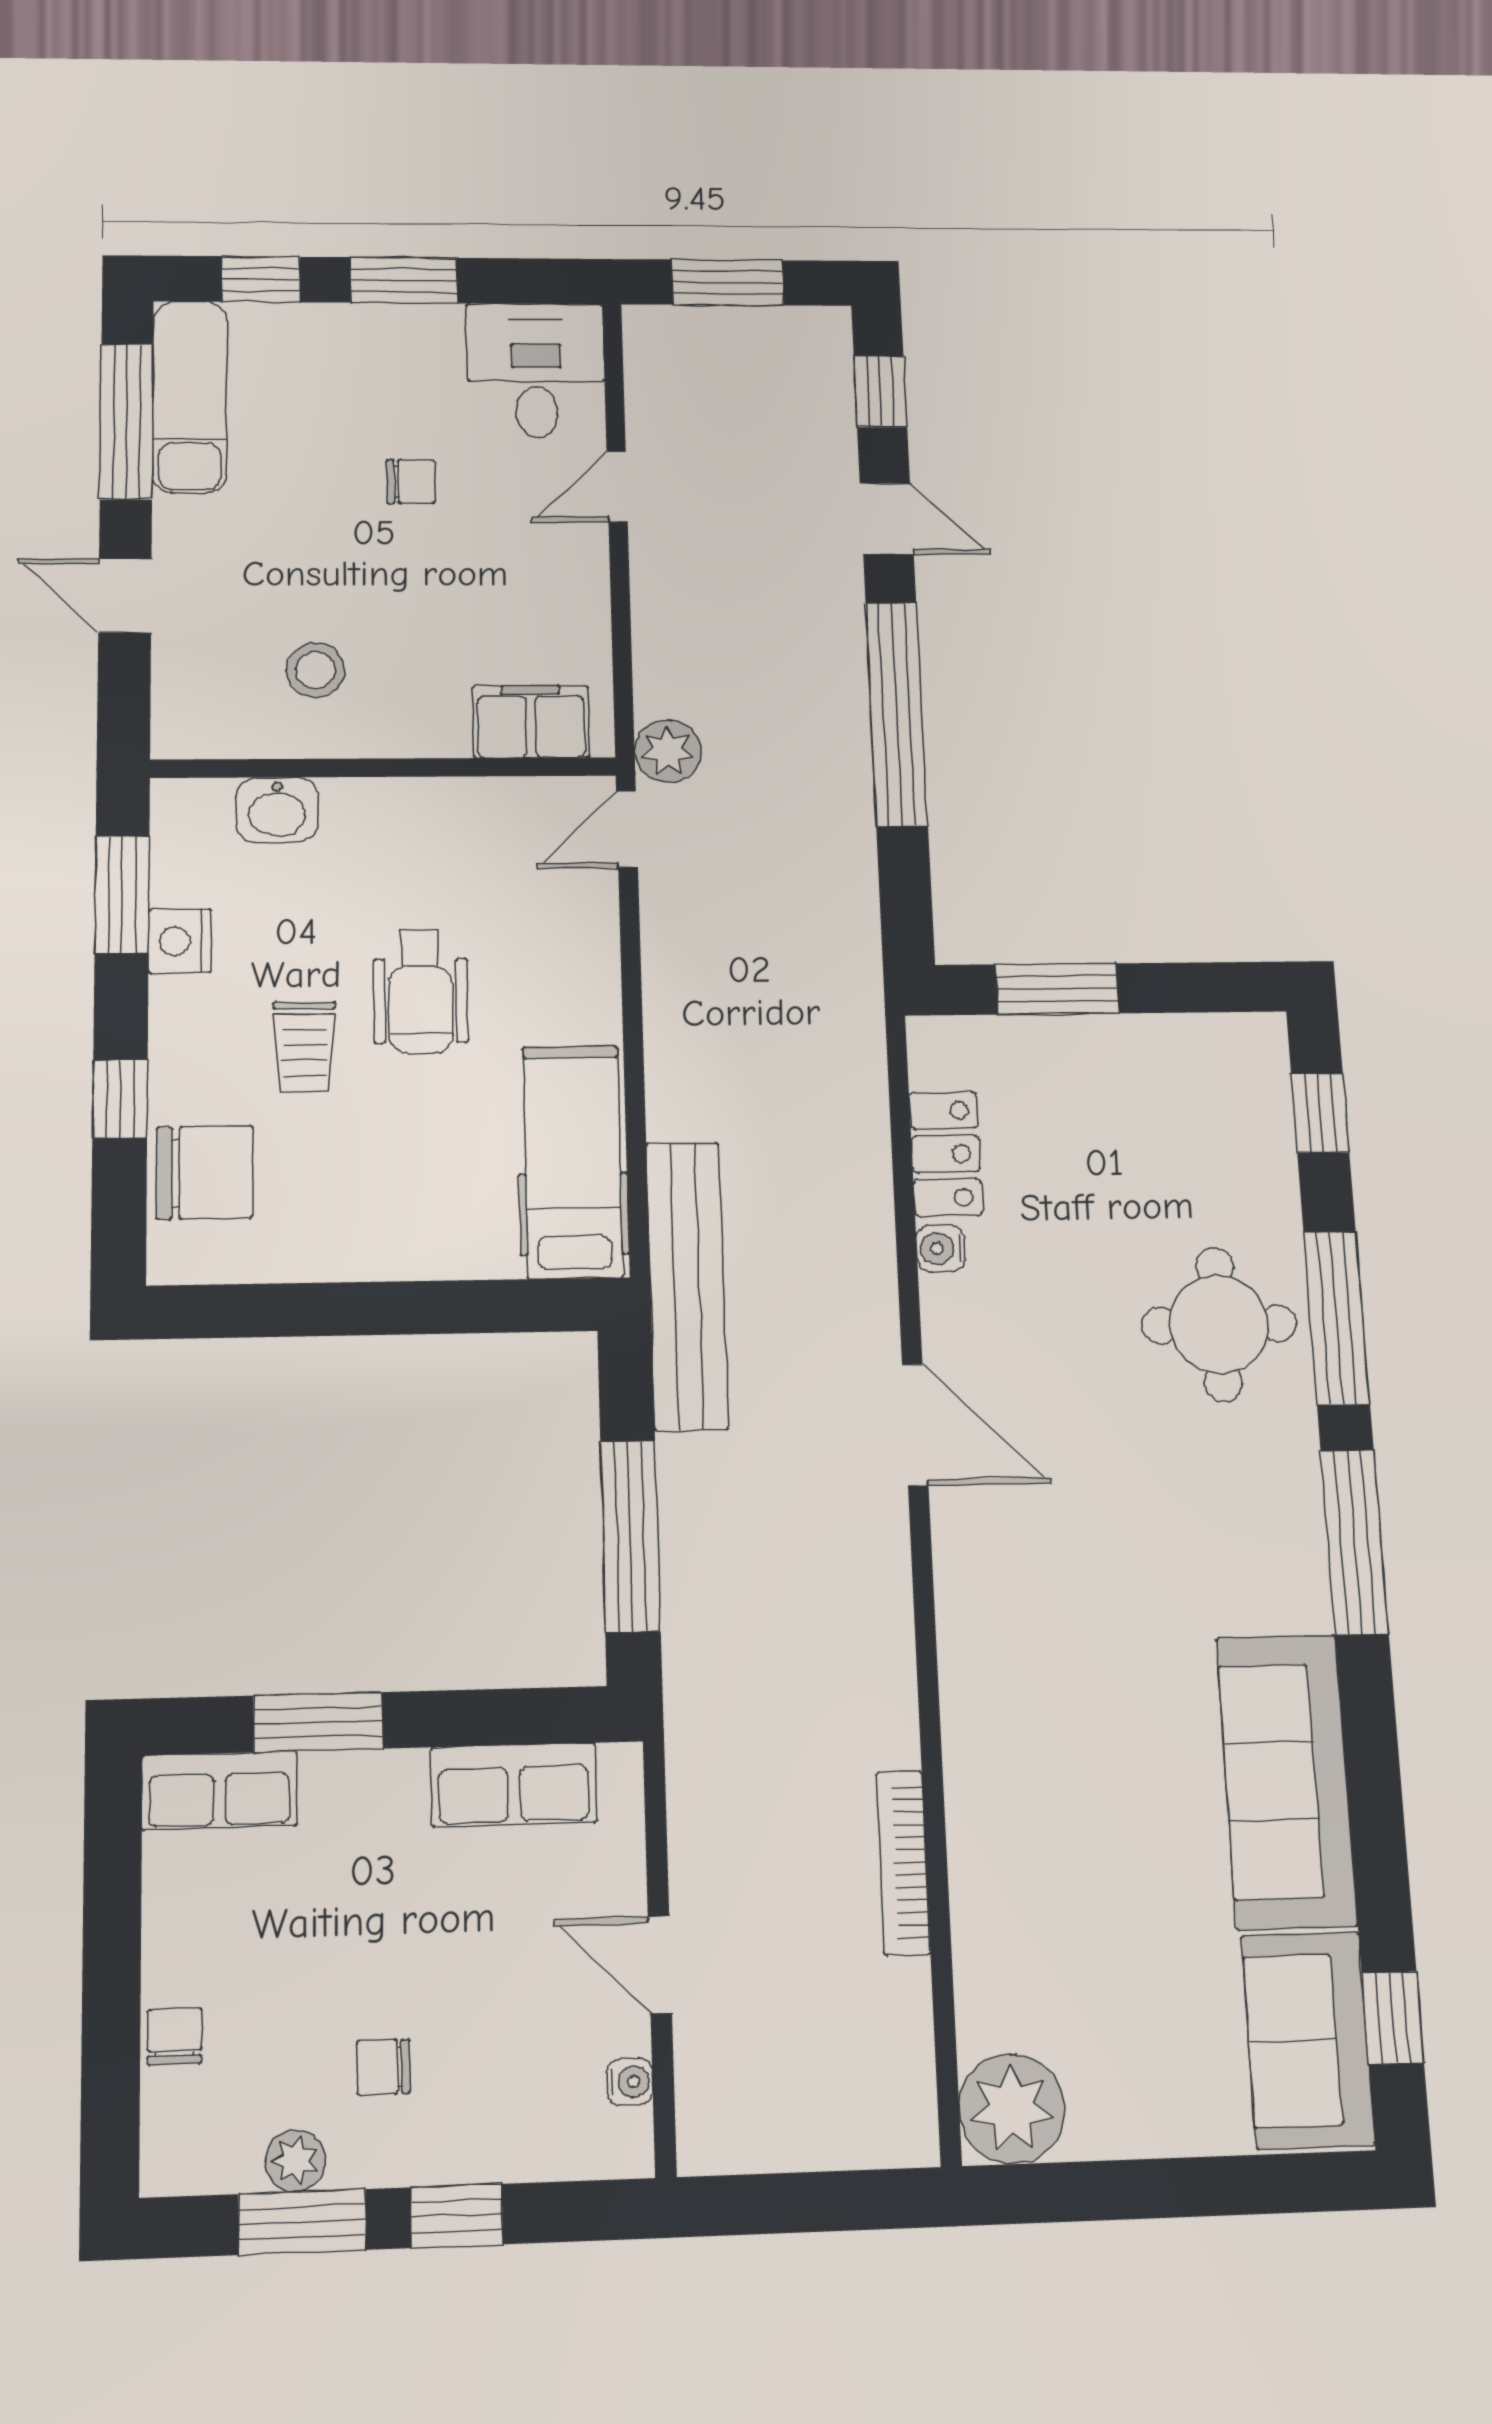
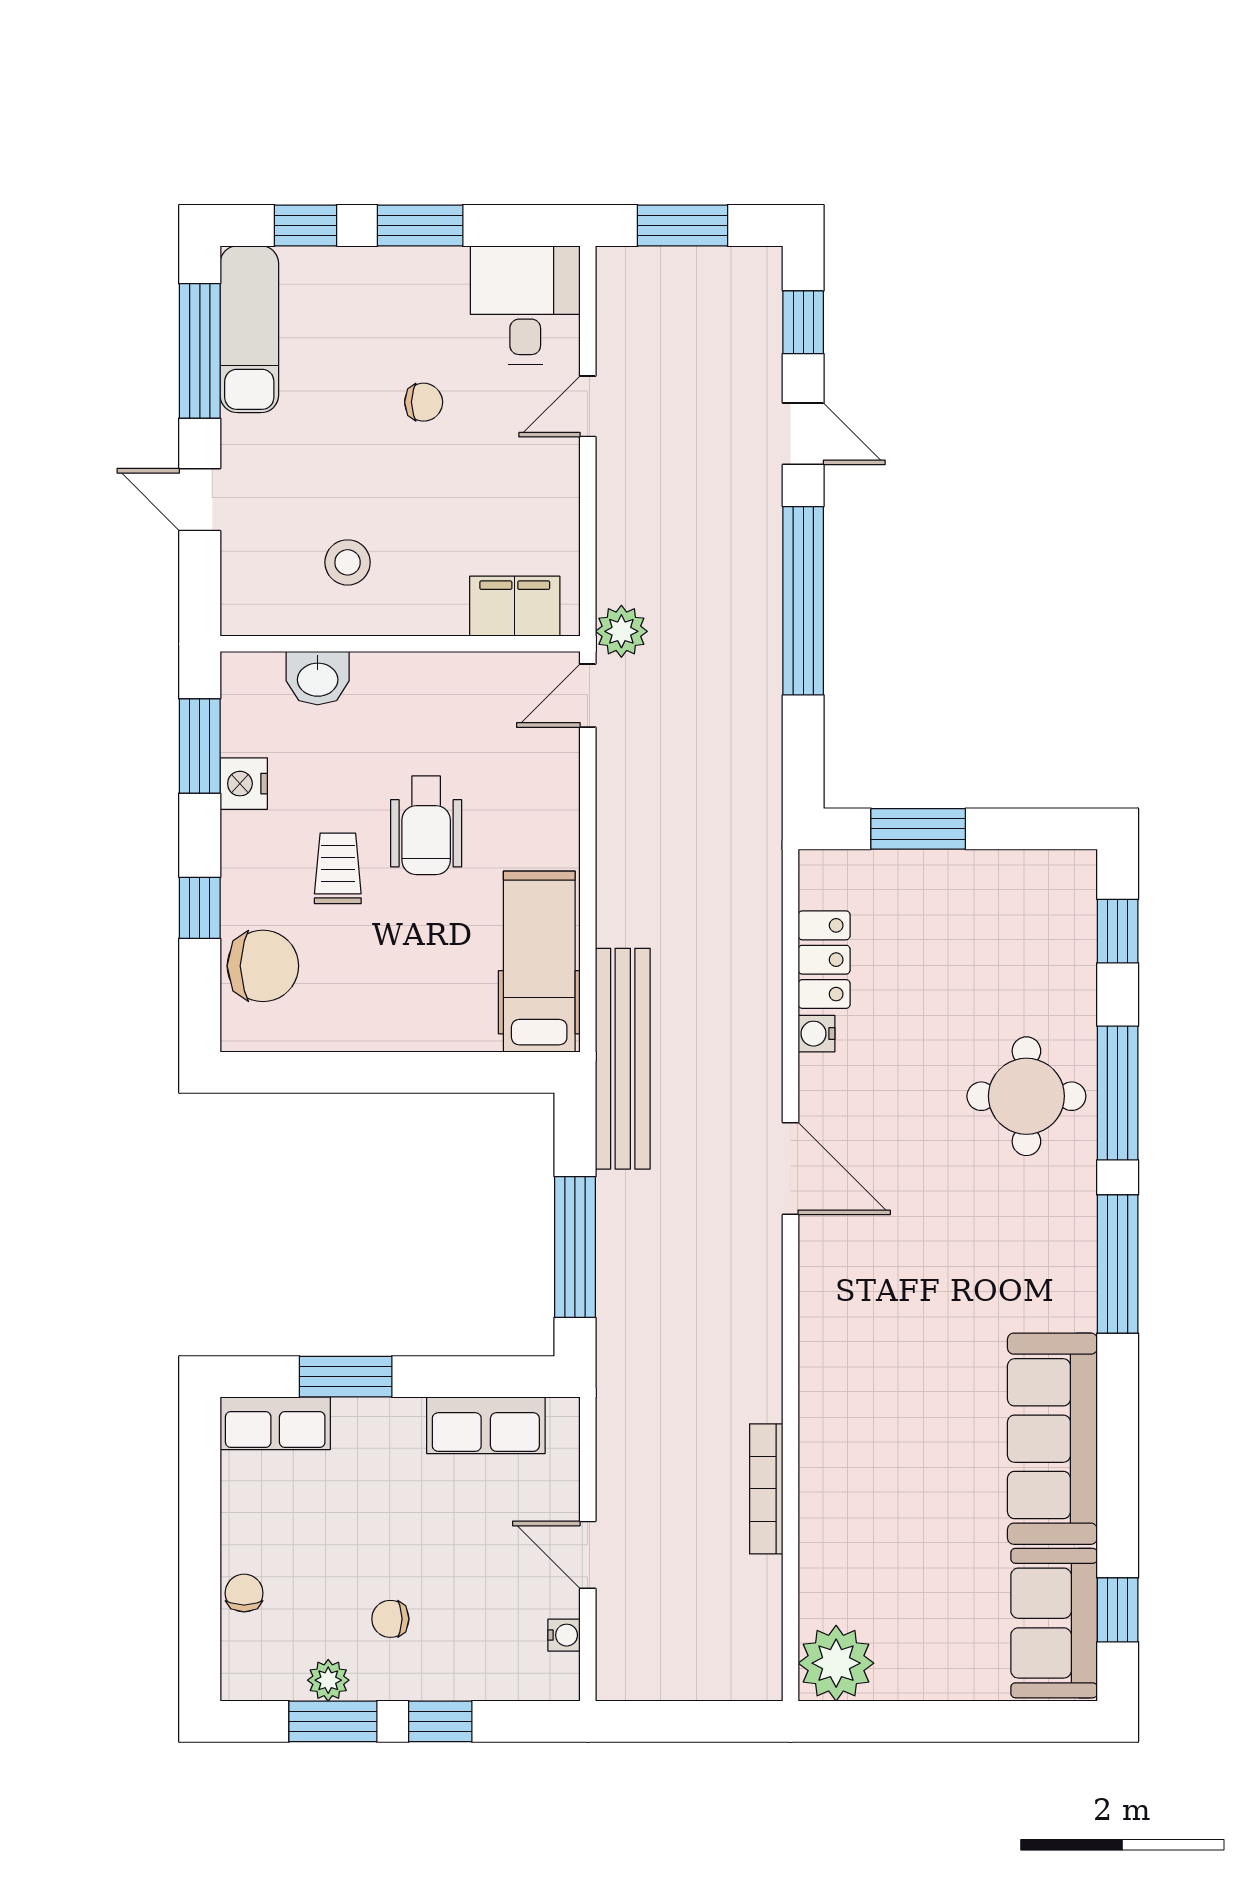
trolley: (304, 1046) -> (338, 868), turned 180

